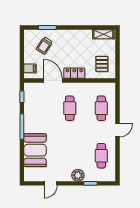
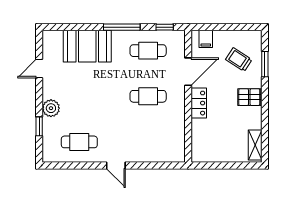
pallet: (102, 64) -> (249, 97), moved
cafe table: (101, 108) -> (148, 51), moved
door: (50, 183) -> (39, 68), hinge flipped

